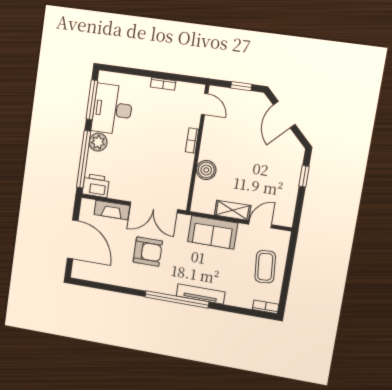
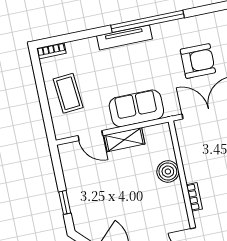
door: (260, 224) -> (90, 136), hinge flipped
armchair: (148, 252) -> (198, 61), turned 180

